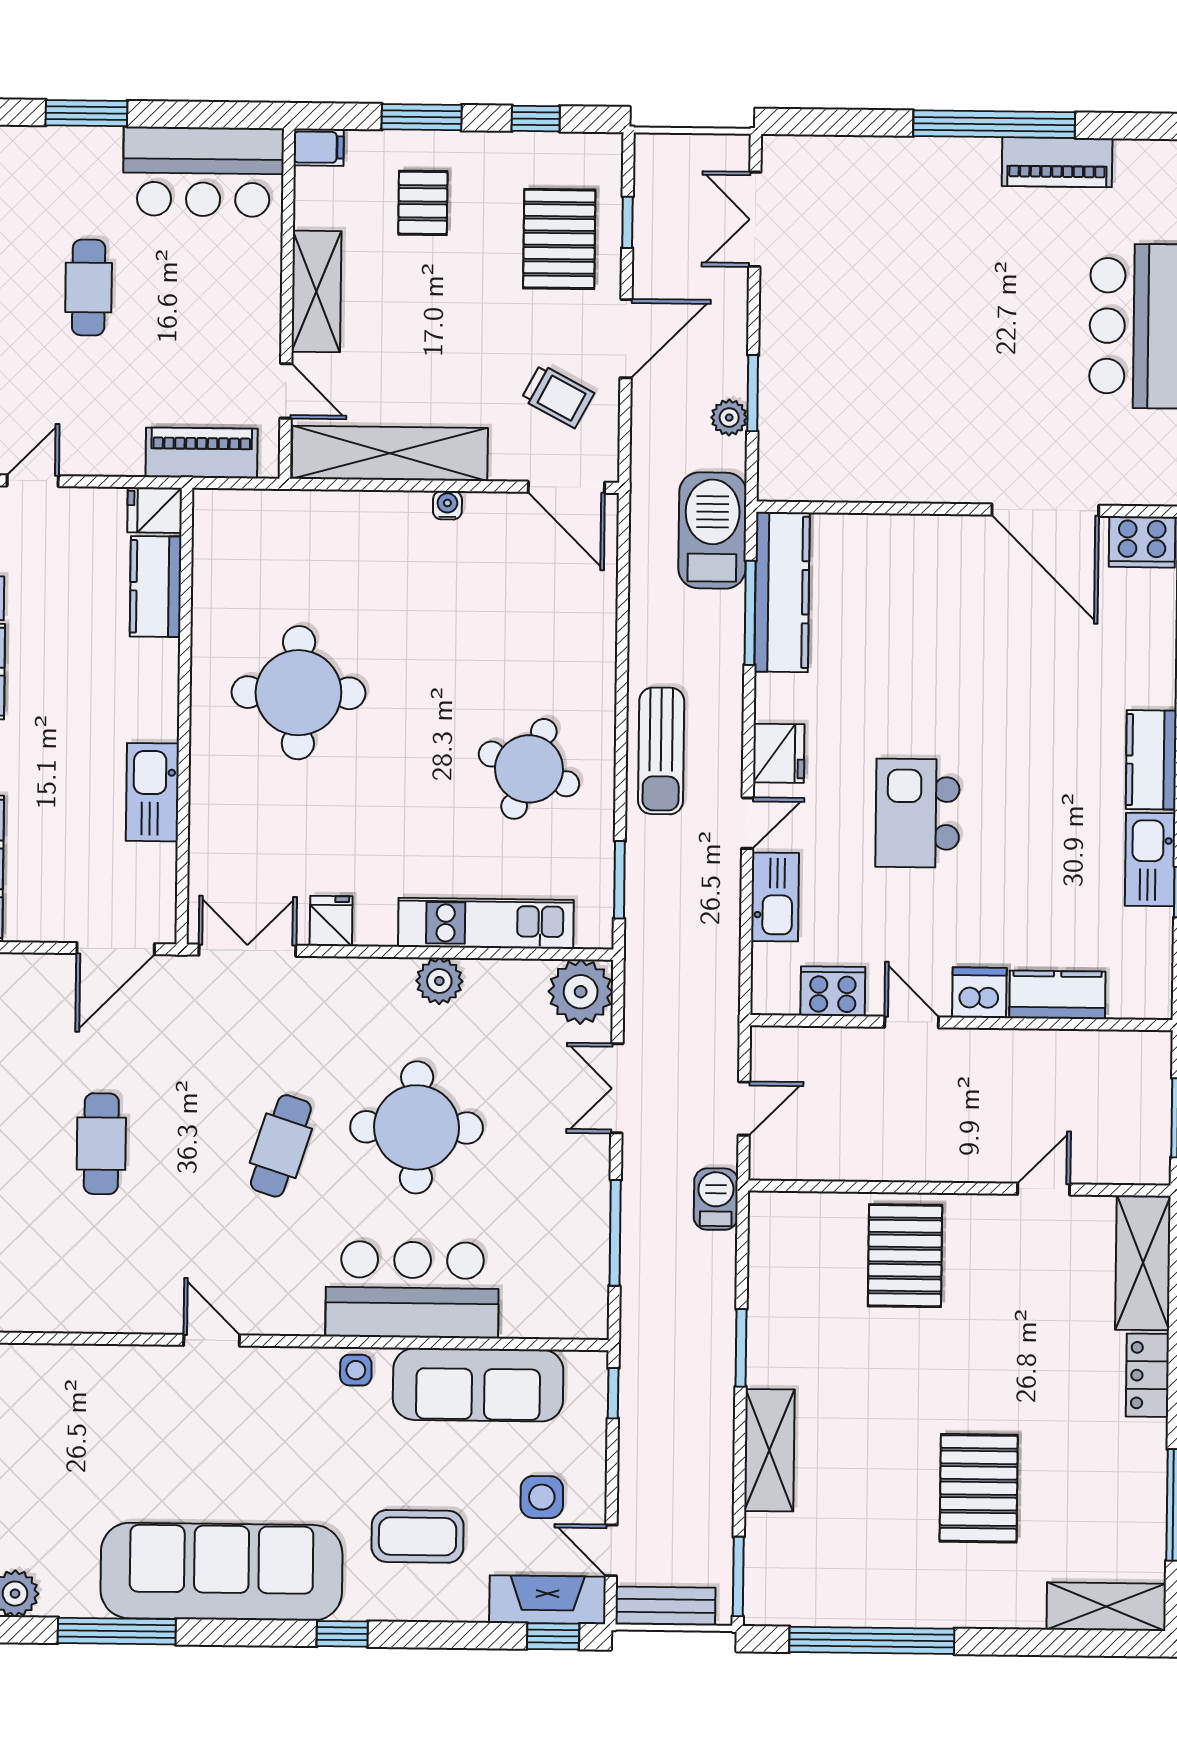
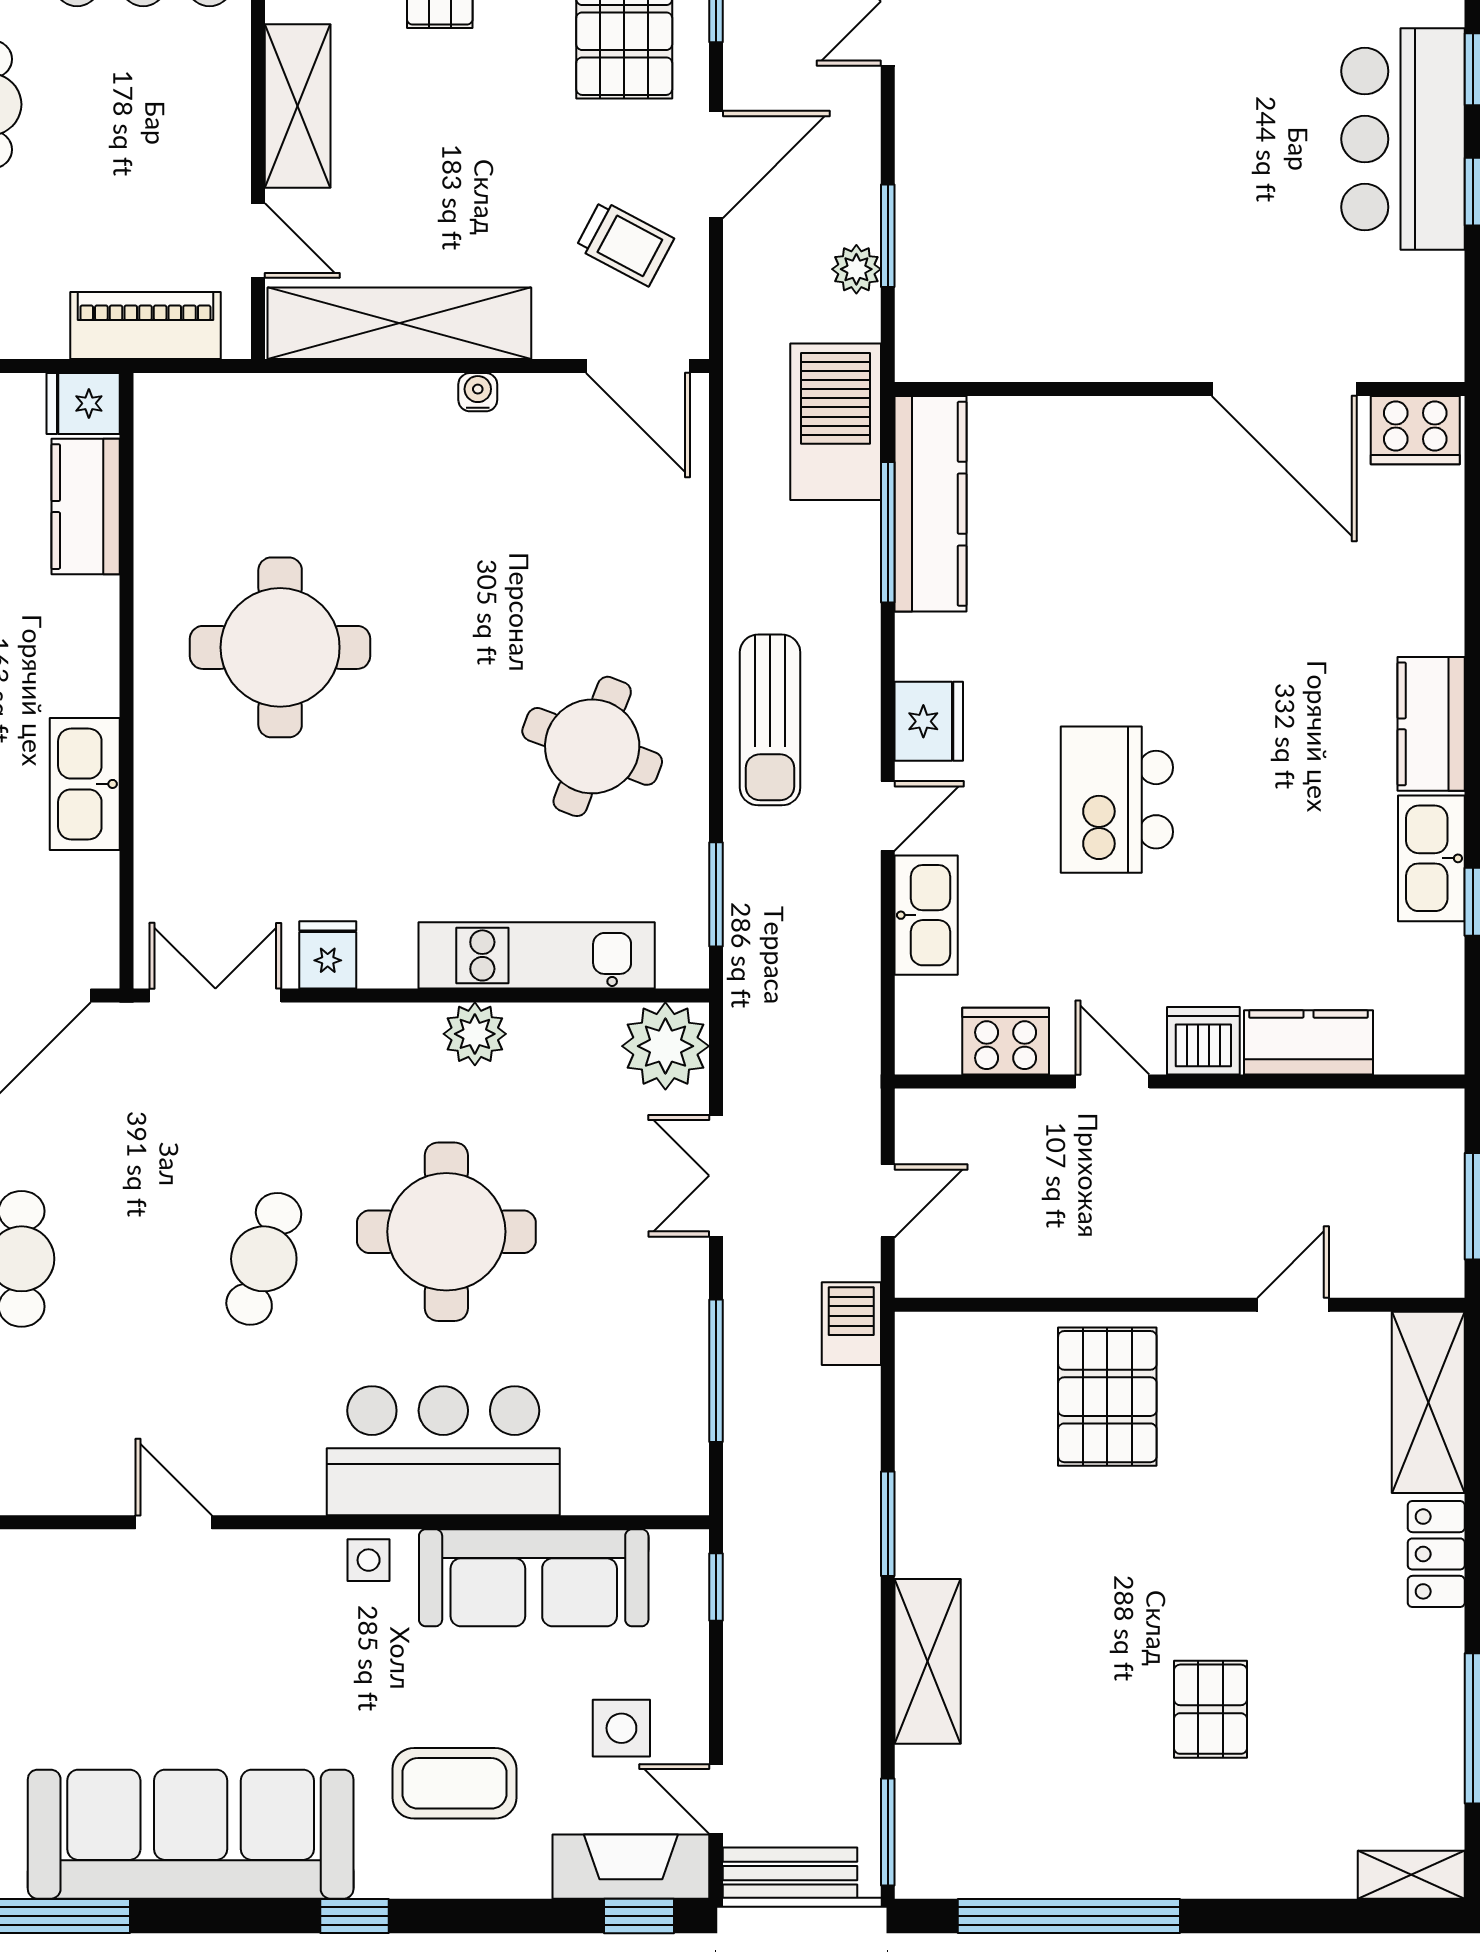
pallet: (979, 1488) -> (1210, 1709), width x0.67, depth x0.71
shelving: (1106, 1607) -> (1411, 1875), width x0.67, depth x0.75

